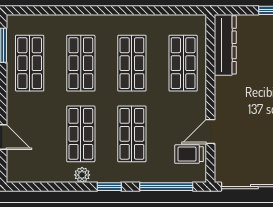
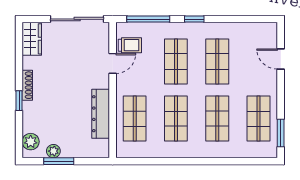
dresser: (225, 45) -> (101, 114), moved
plant: (82, 175) -> (216, 28), removed

